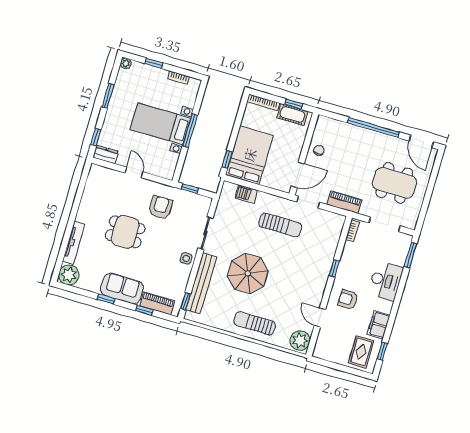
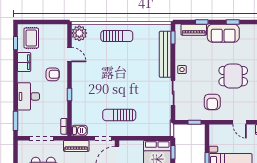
barbecue: (246, 194) -> (79, 131), moved
parasol: (248, 273) -> (133, 72), removed

